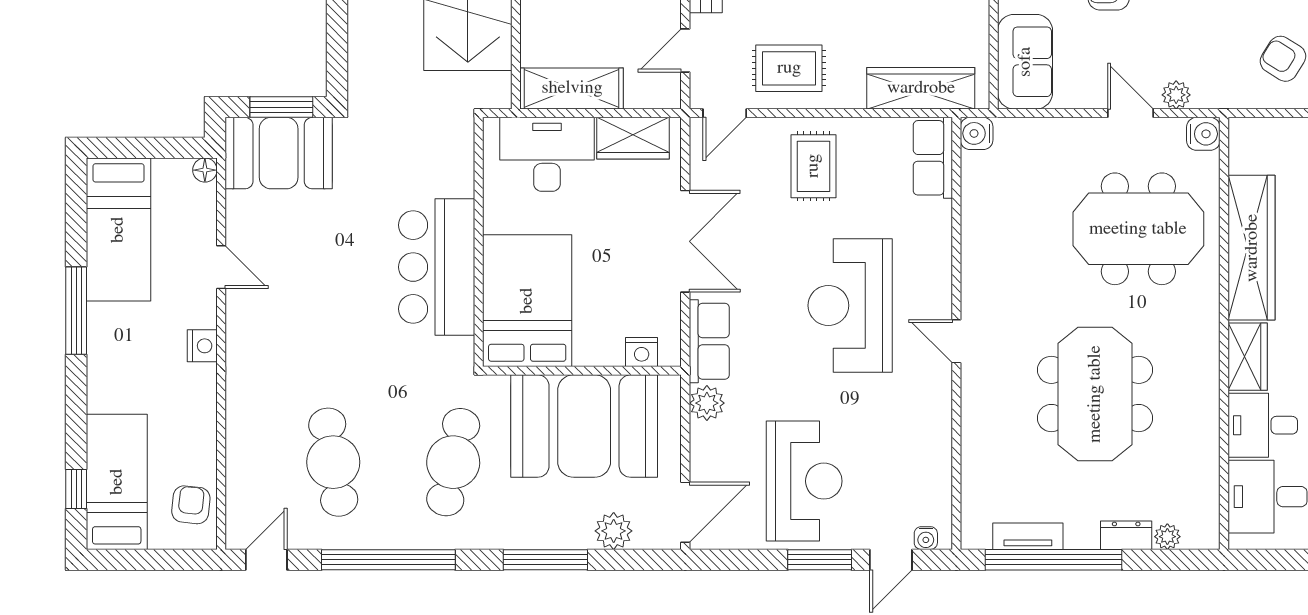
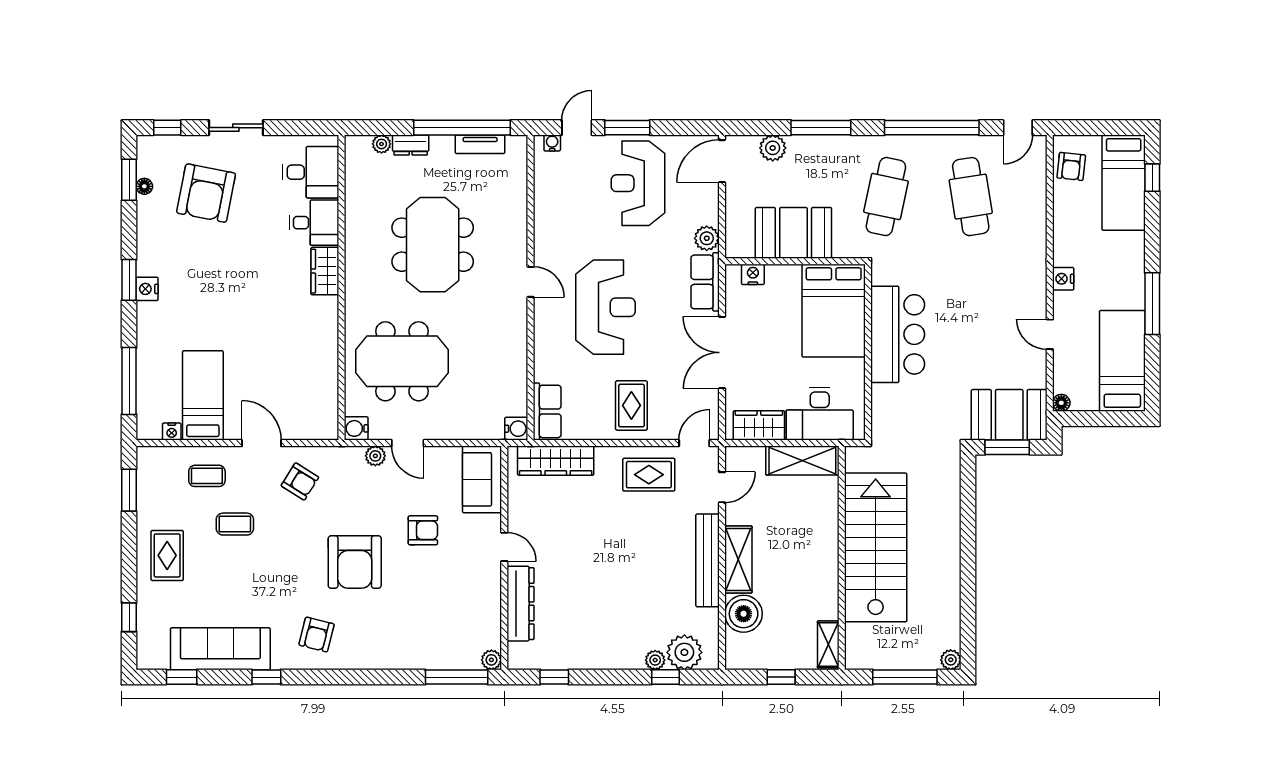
wardrobe: (1252, 248) -> (322, 348), removed
booth: (584, 426) -> (793, 233), width x0.73, depth x0.70

